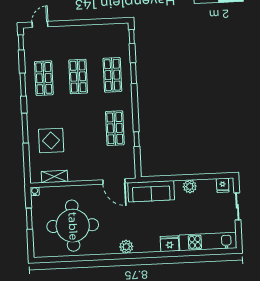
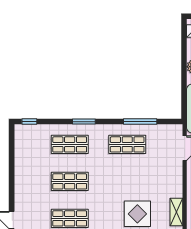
window: (133, 73) -> (84, 122), moved
window: (137, 139) -> (140, 122), width x2.17

